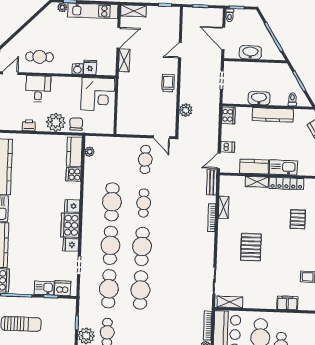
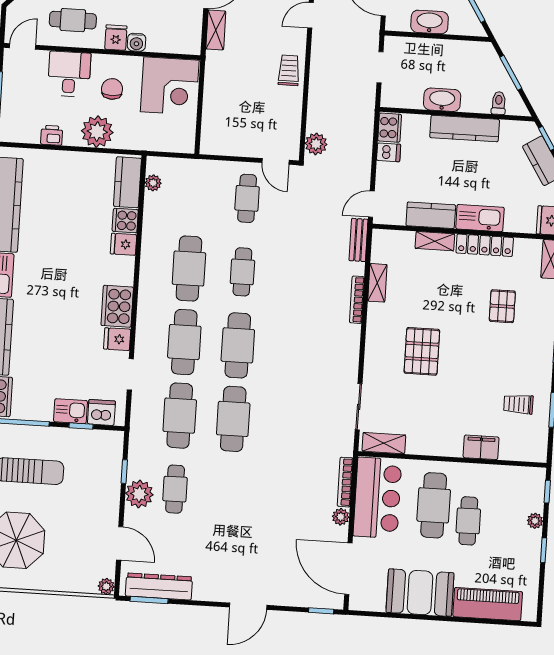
fridge: (90, 67) -> (116, 38), moved
plant: (186, 110) -> (316, 144), moved
chair: (76, 124) -> (112, 89), moved
dishwasher: (228, 147) -> (389, 152), moved
fridge: (72, 206) -> (124, 244), moved

